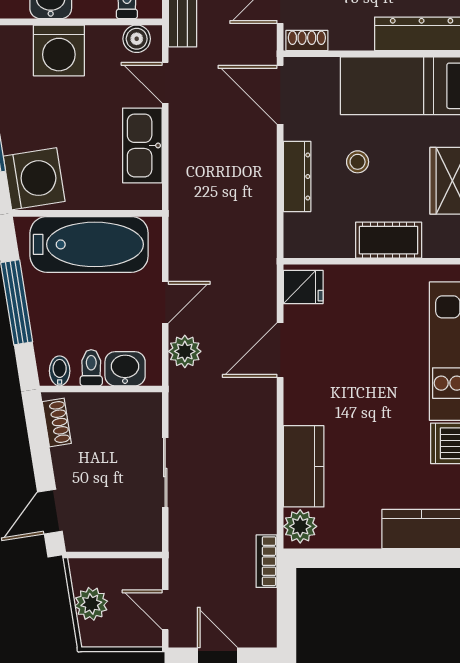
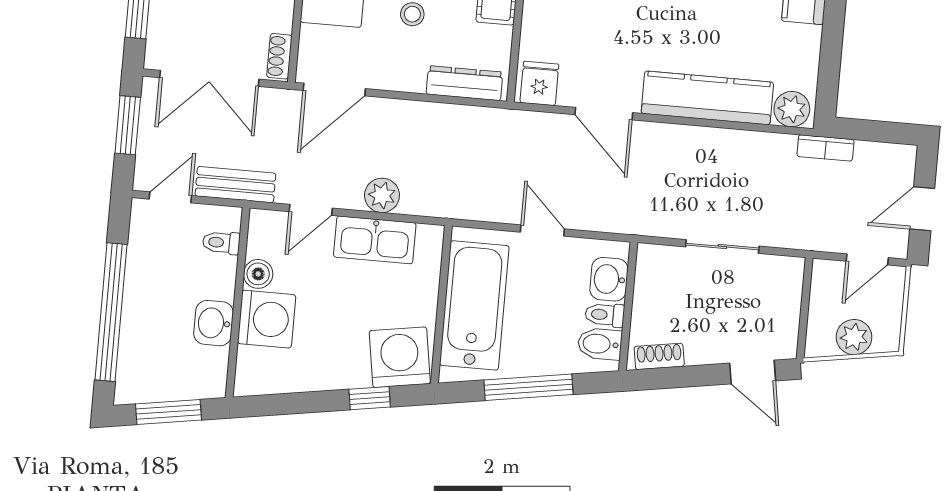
boiler: (137, 39) -> (258, 274), moved
dresser: (297, 176) -> (465, 83), moved
plant: (185, 351) -> (382, 195), moved
bidet: (60, 371) -> (600, 344), width x1.38, depth x1.36
kitchen counter: (304, 466) -> (707, 98), width x1.50

